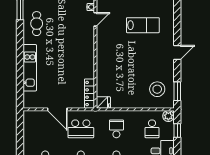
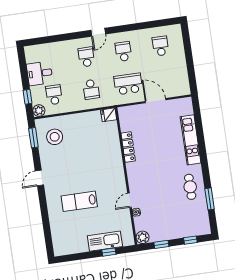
locker: (89, 94) -> (128, 147), moved

